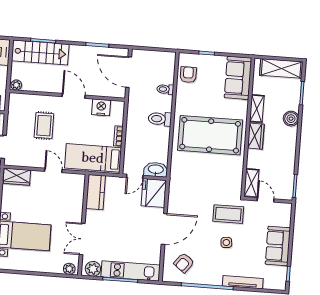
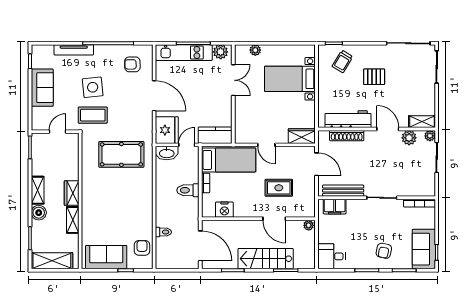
stairs: (40, 53) -> (266, 259), moved
armchair: (188, 75) -> (142, 248), turned 180
sofa: (238, 78) -> (106, 257), moved, turned -90
door: (74, 96) -> (274, 219), moved
toilet: (160, 119) -> (188, 190), moved, turned 180
rug: (44, 126) -> (279, 188), turned 90
pool table: (210, 135) -> (121, 154), moved, width x0.73, depth x0.76
shelving: (251, 183) -> (38, 190), moved
kitchen counter: (96, 192) -> (215, 135), moved, turned 90
door: (266, 200) -> (58, 132), swing flipped
door: (164, 229) -> (154, 96), swing flipped
side table: (226, 242) -> (93, 87), width x1.87, depth x1.87
armchair: (184, 263) -> (132, 64), turned -129
plant: (69, 269) -> (255, 50), moved

